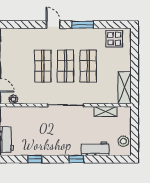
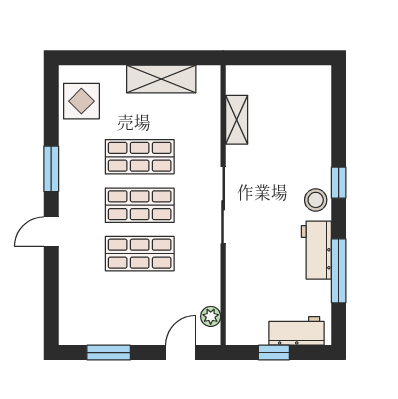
shelving: (125, 88) -> (161, 79), moved
stool: (123, 141) -> (316, 200), moved
workbench: (95, 149) -> (316, 250), moved
window: (35, 159) -> (339, 271), width x2.17

